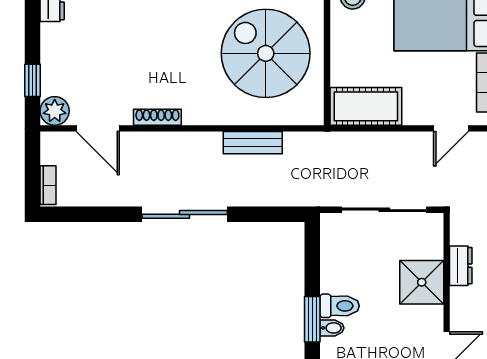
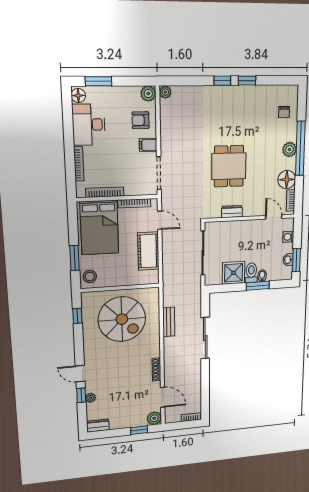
spiral stairs: (266, 53) -> (122, 319), turned -90
cot: (366, 106) -> (148, 251), moved
door: (98, 128) -> (163, 397), hinge flipped
sliding door: (185, 214) -> (205, 338), moved
shower: (422, 282) -> (234, 273), moved

